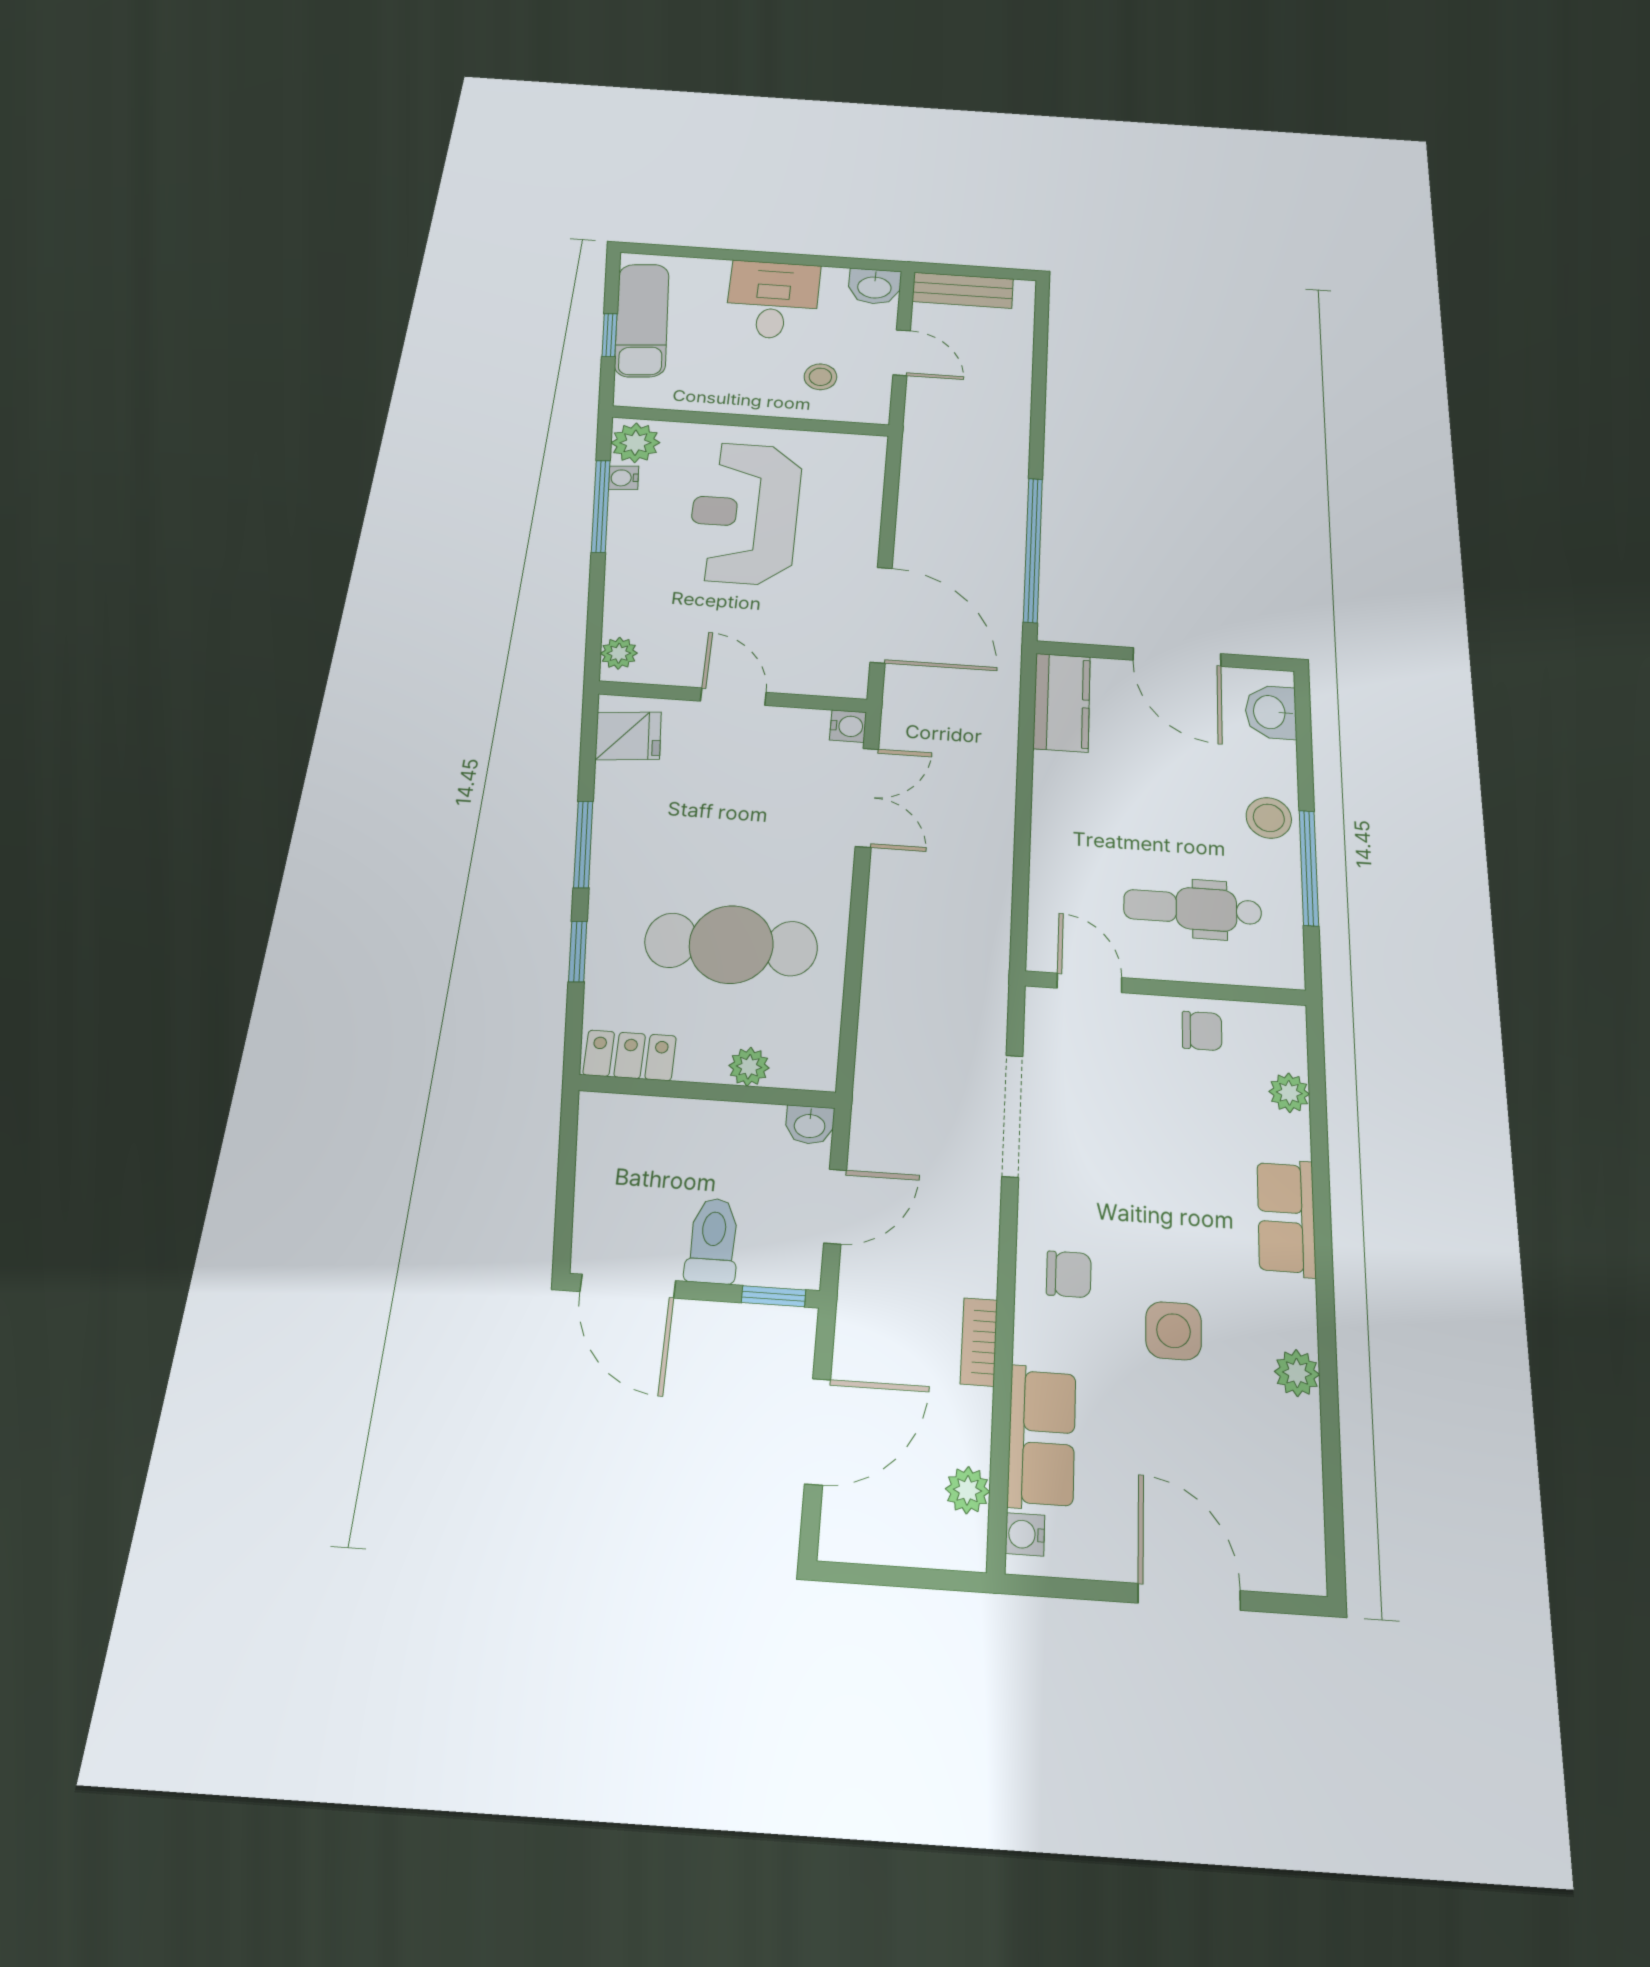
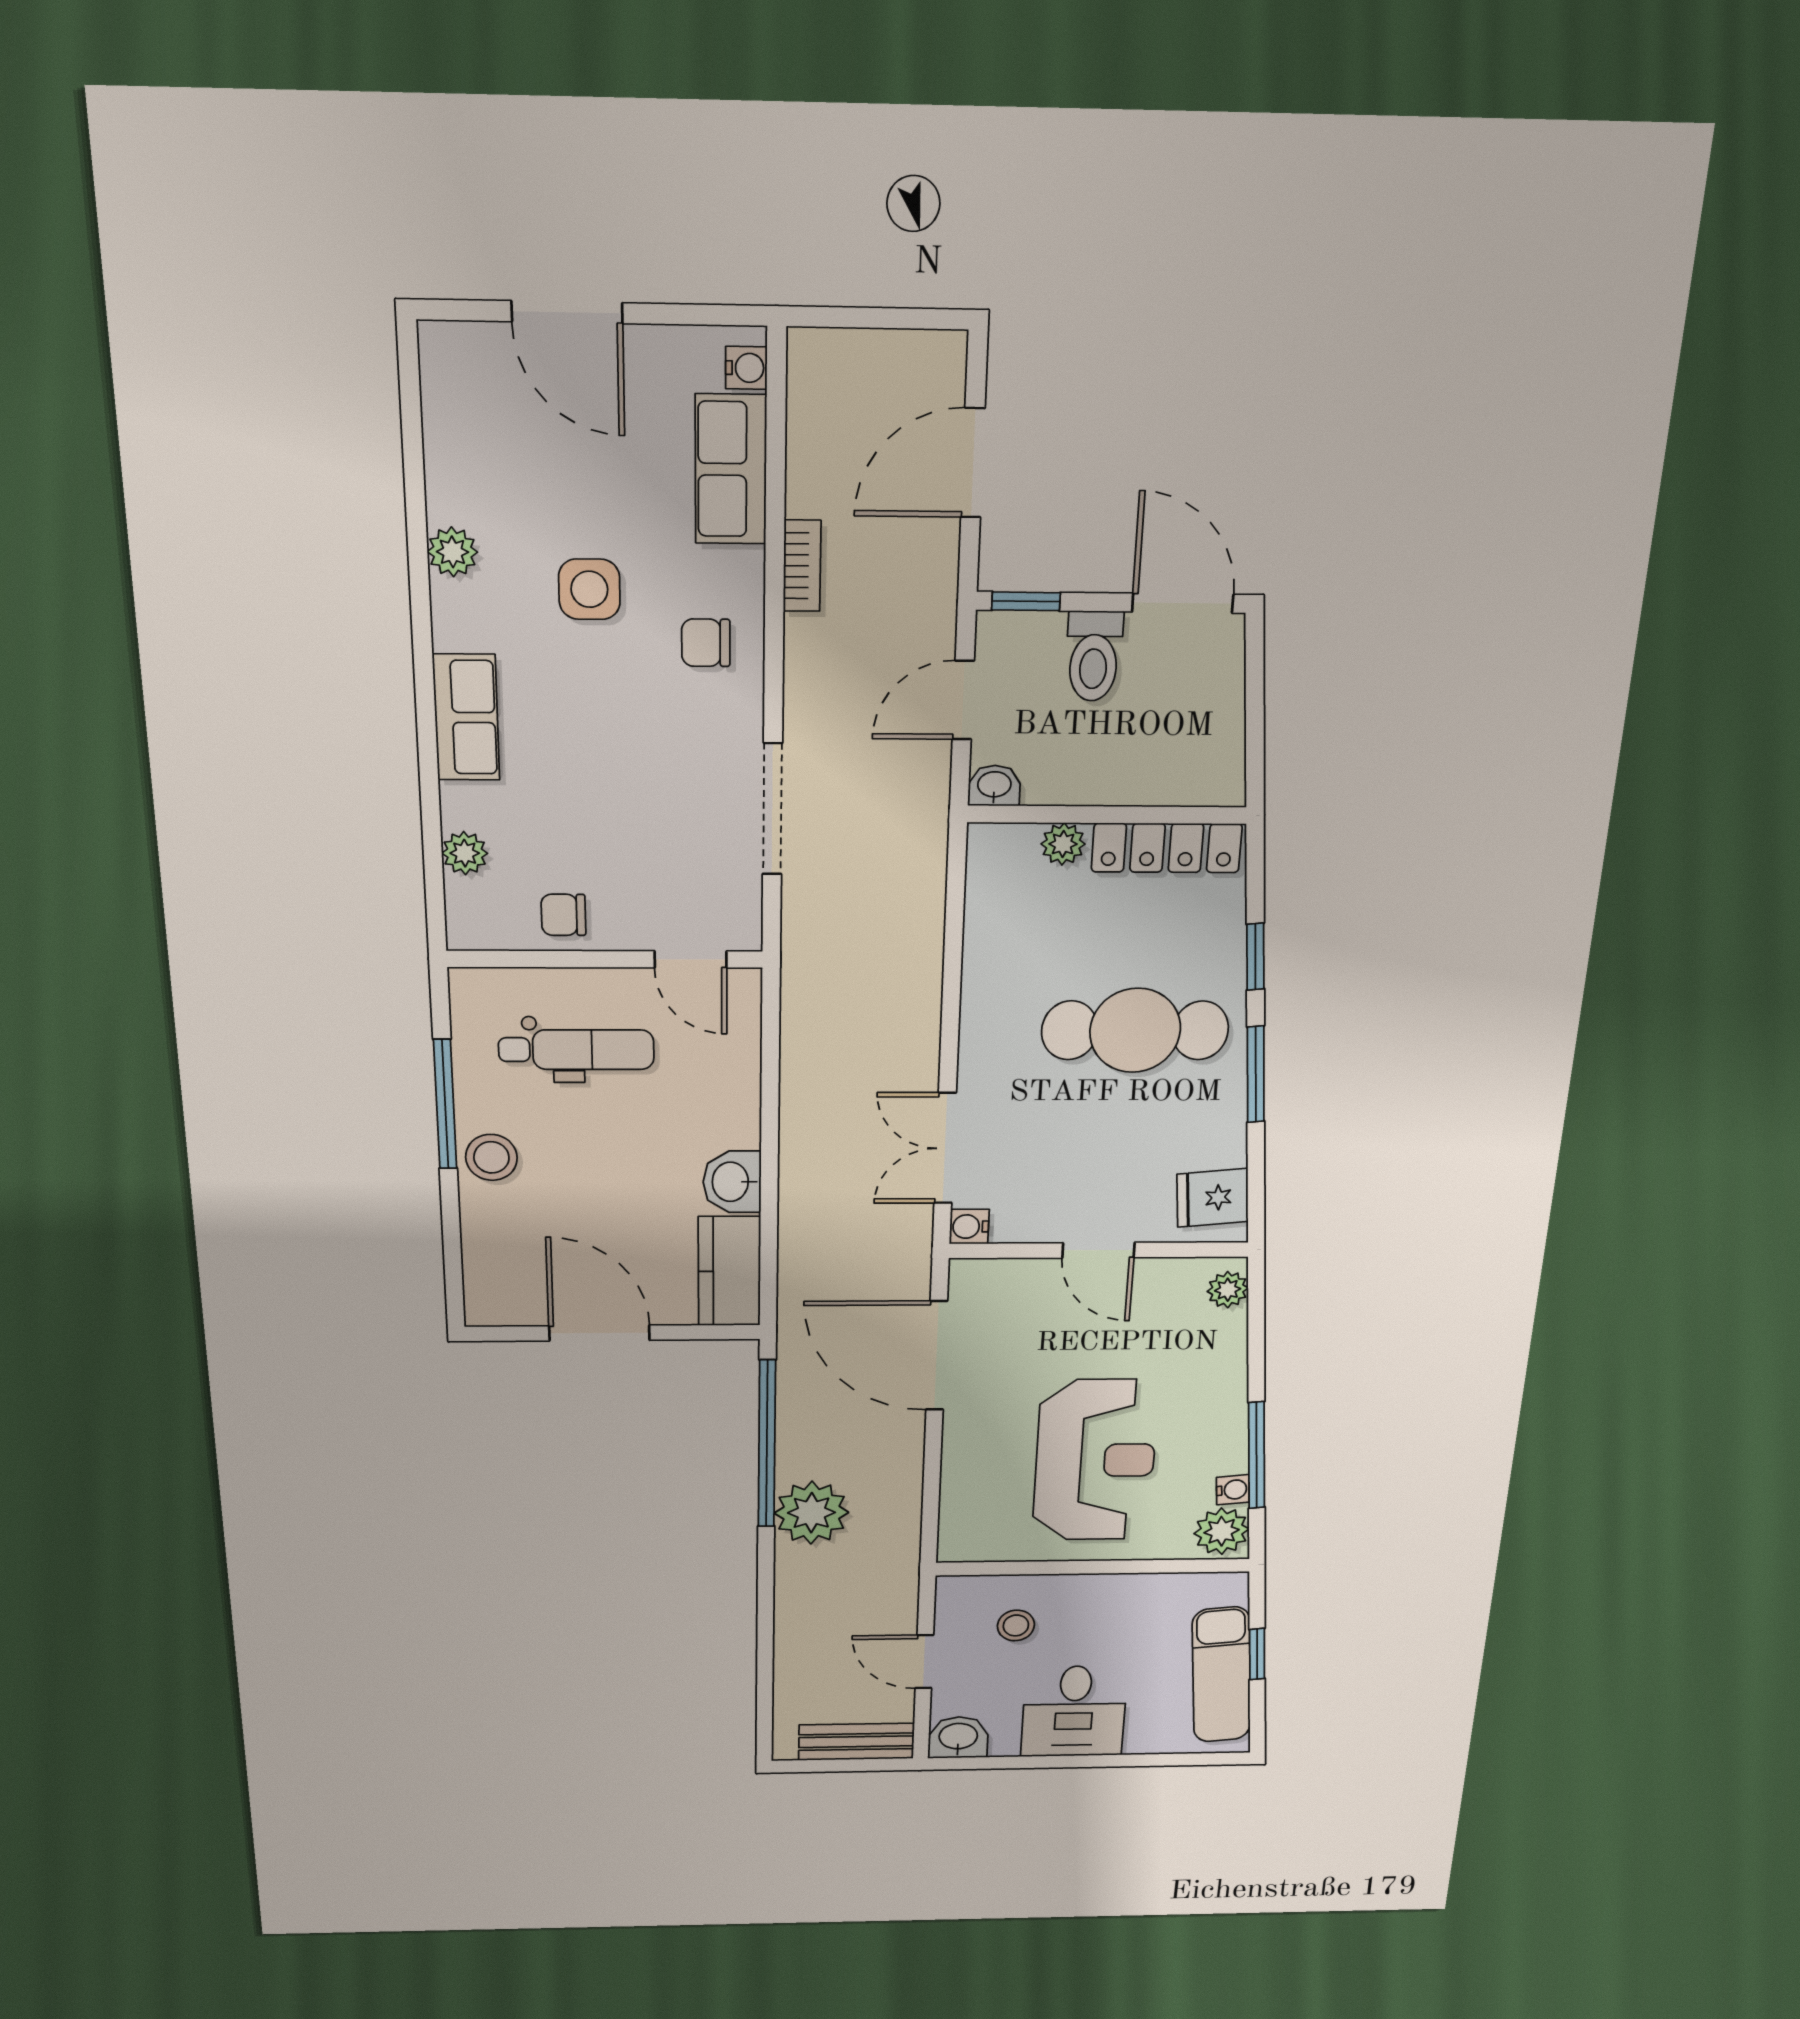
washbasin: (1271, 712) -> (732, 1182), moved, turned 180
cafe table: (731, 944) -> (1135, 1030), moved
locker: (630, 1055) -> (1167, 848), width x1.53
plant: (968, 1490) -> (811, 1513), moved, width x1.87, depth x1.87

